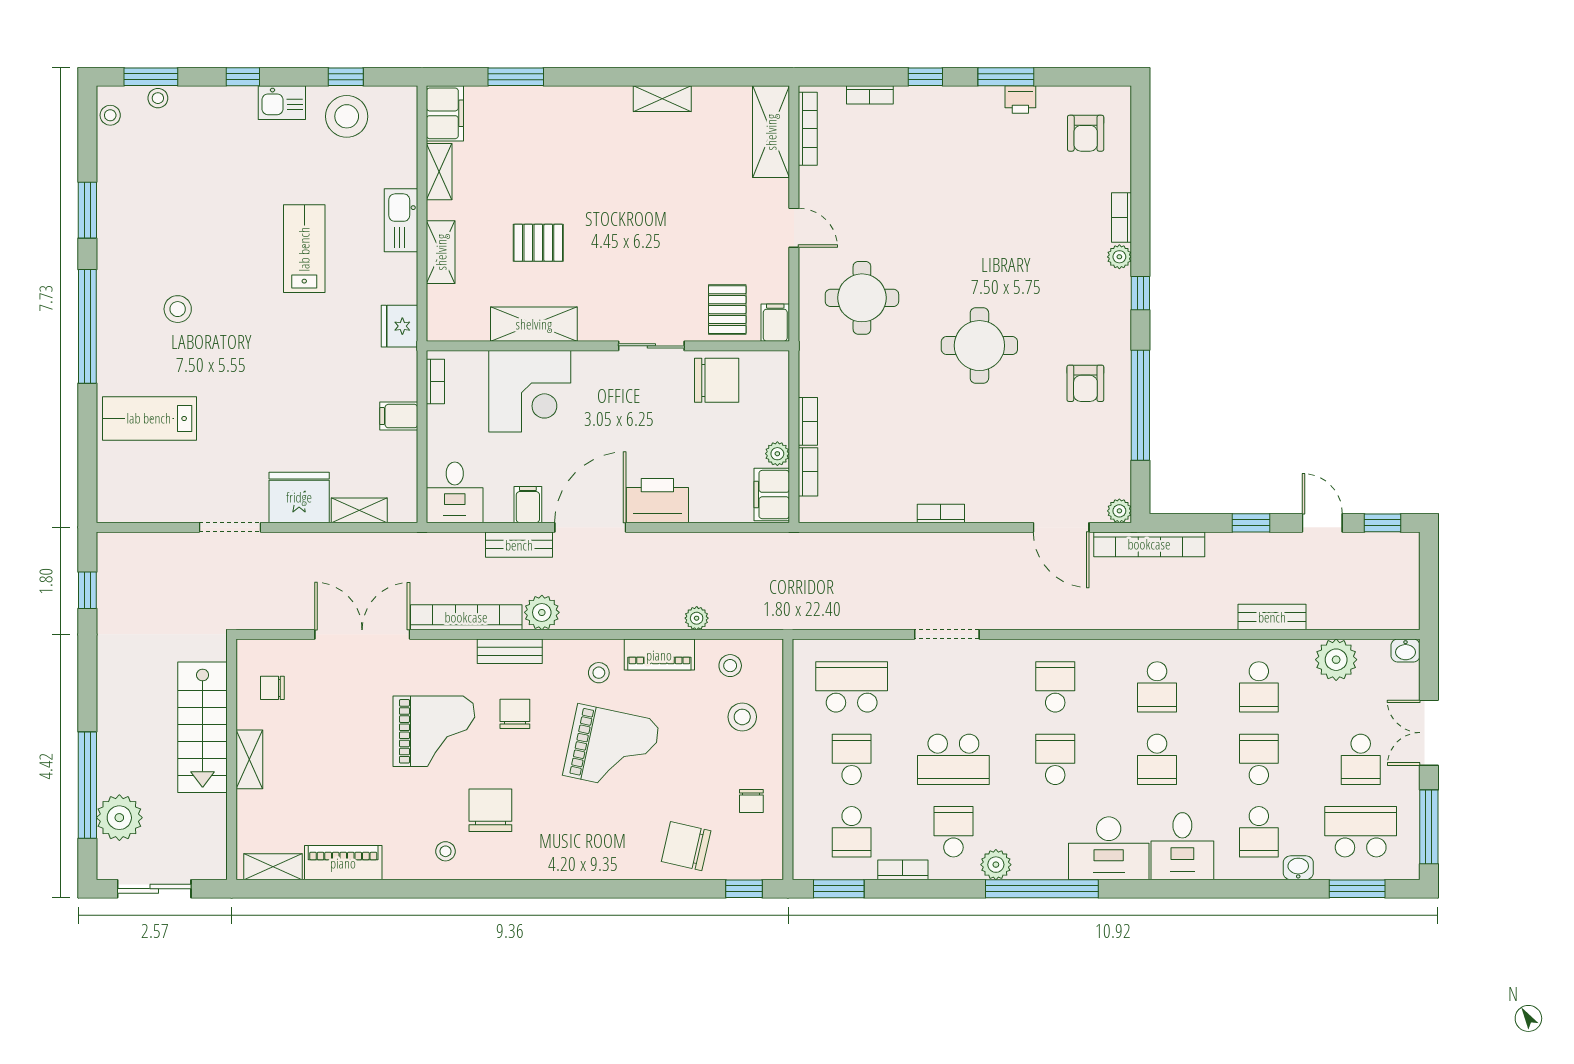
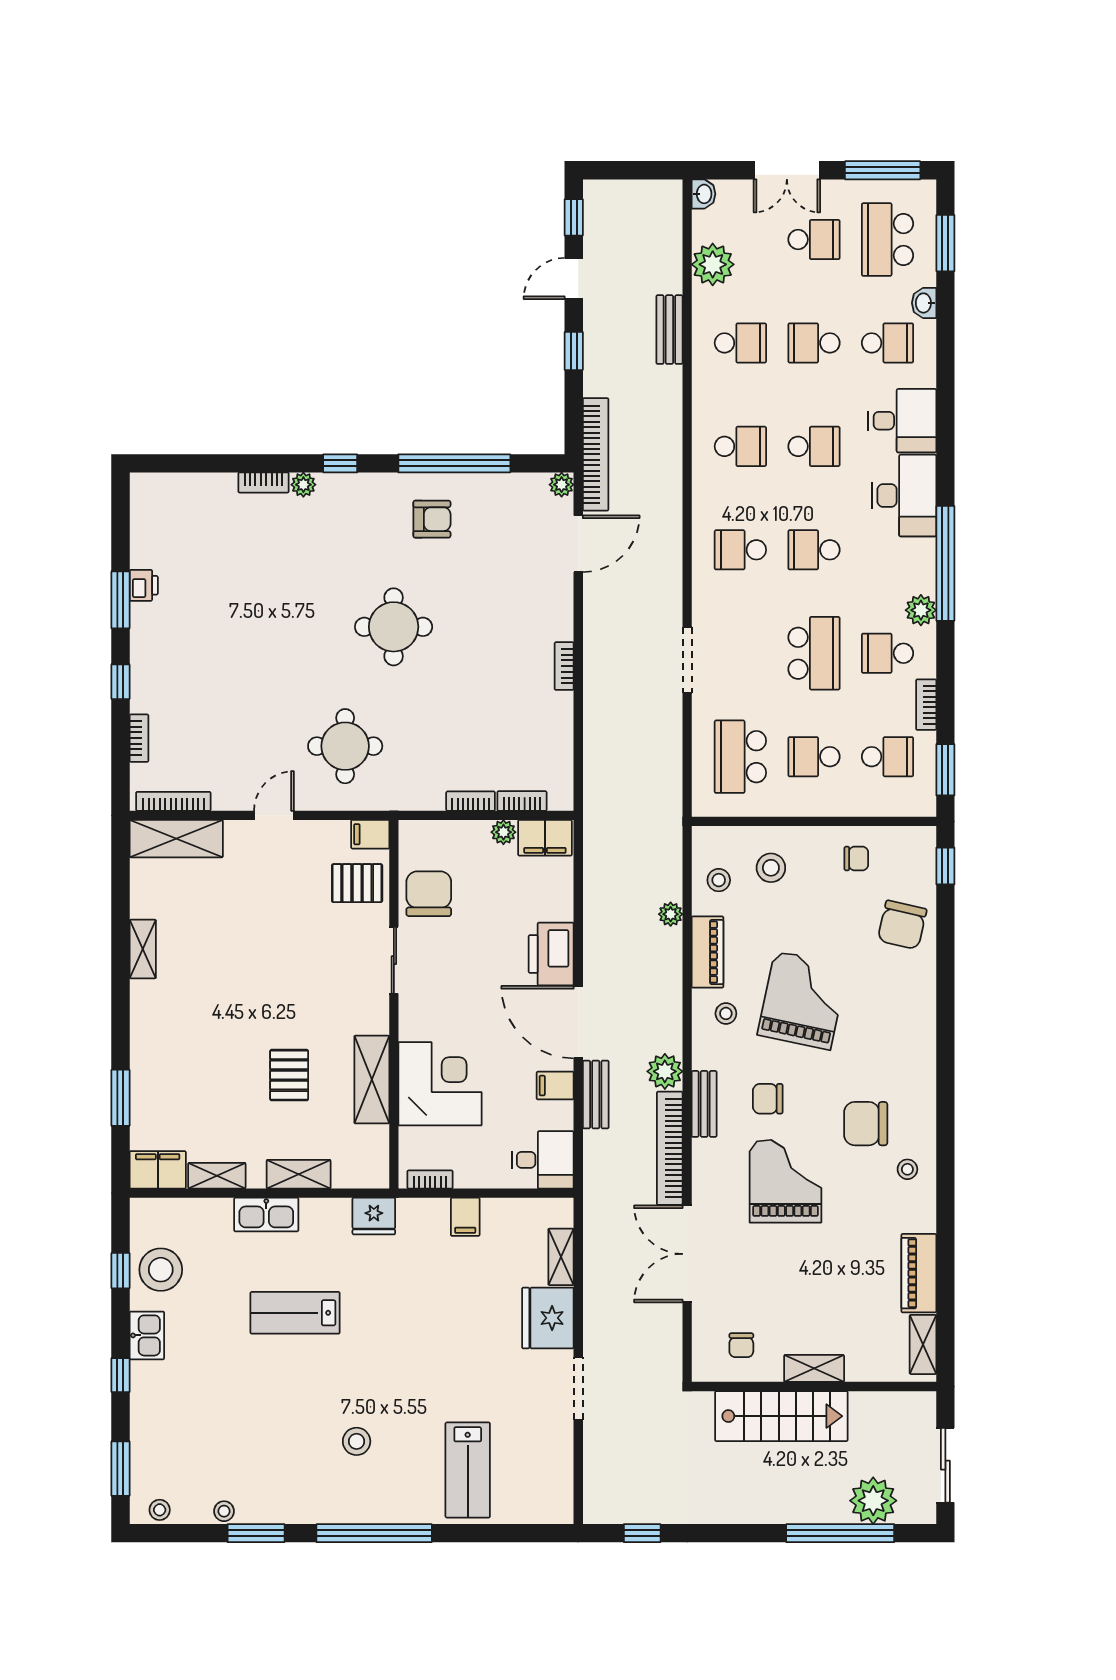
stool: (158, 98) -> (224, 1511), moved
armchair: (1086, 133) -> (178, 519), removed

